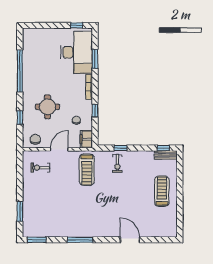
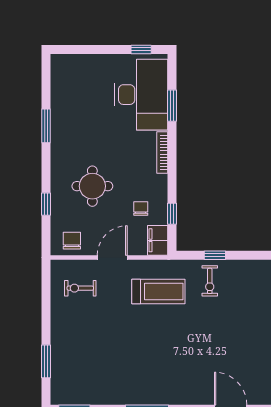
window: (20, 71) -> (46, 126), width x0.47
window: (95, 111) -> (172, 214), moved
treadmill: (87, 170) -> (158, 292), turned -90

